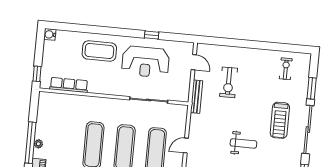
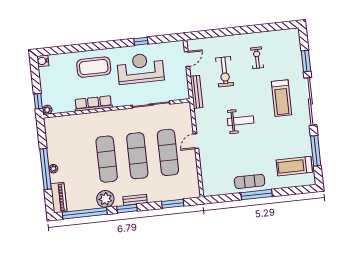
reception desk: (146, 62) -> (140, 68), turned 180
door: (194, 62) -> (187, 59), hinge flipped
exercise bike: (286, 69) -> (257, 58), moved
plant: (44, 84) -> (47, 110), added
row of seats: (69, 85) -> (93, 103), moved
weight bench: (243, 143) -> (241, 121), moved

